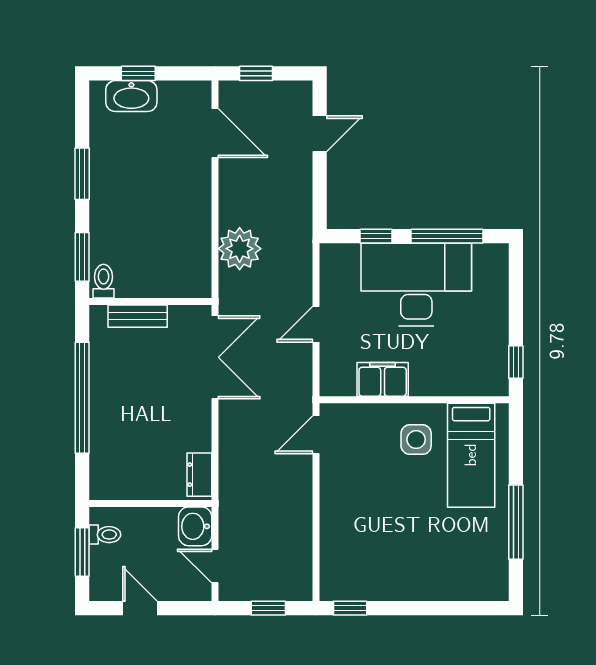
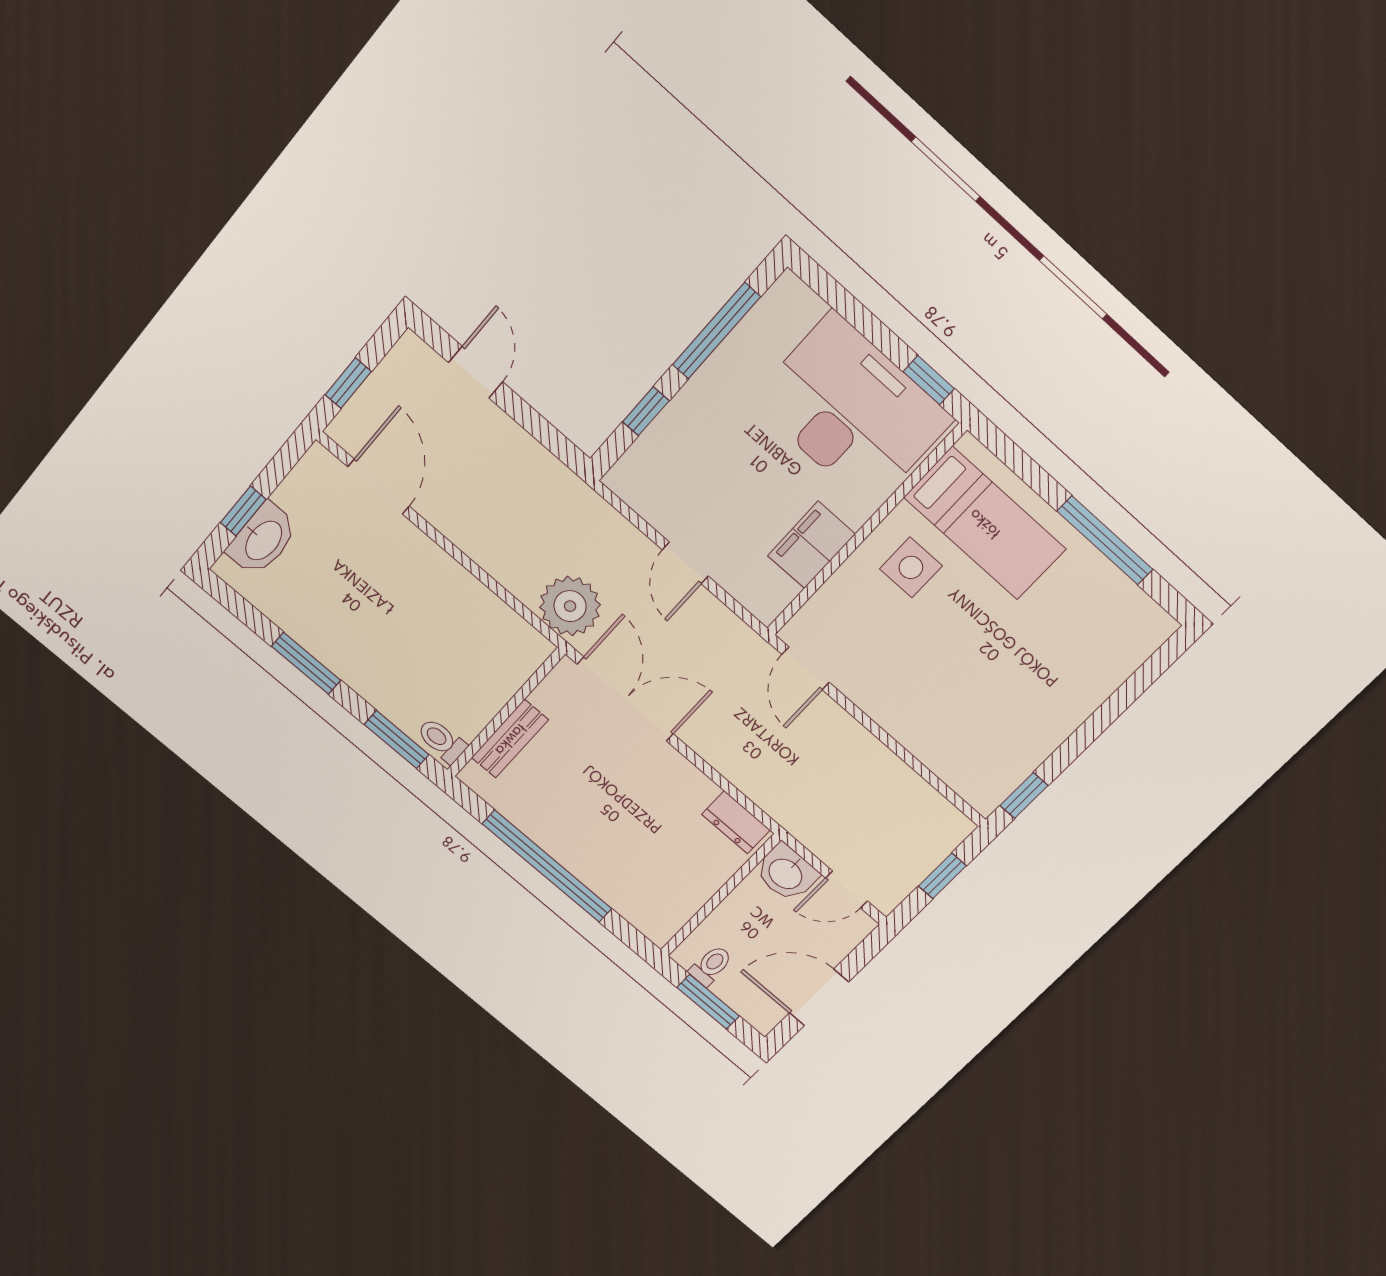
door: (215, 133) -> (378, 486), hinge flipped
plant: (240, 249) -> (570, 606), moved
desk: (416, 284) -> (852, 410), moved, turned 90
door: (140, 608) -> (819, 997), width x1.38

